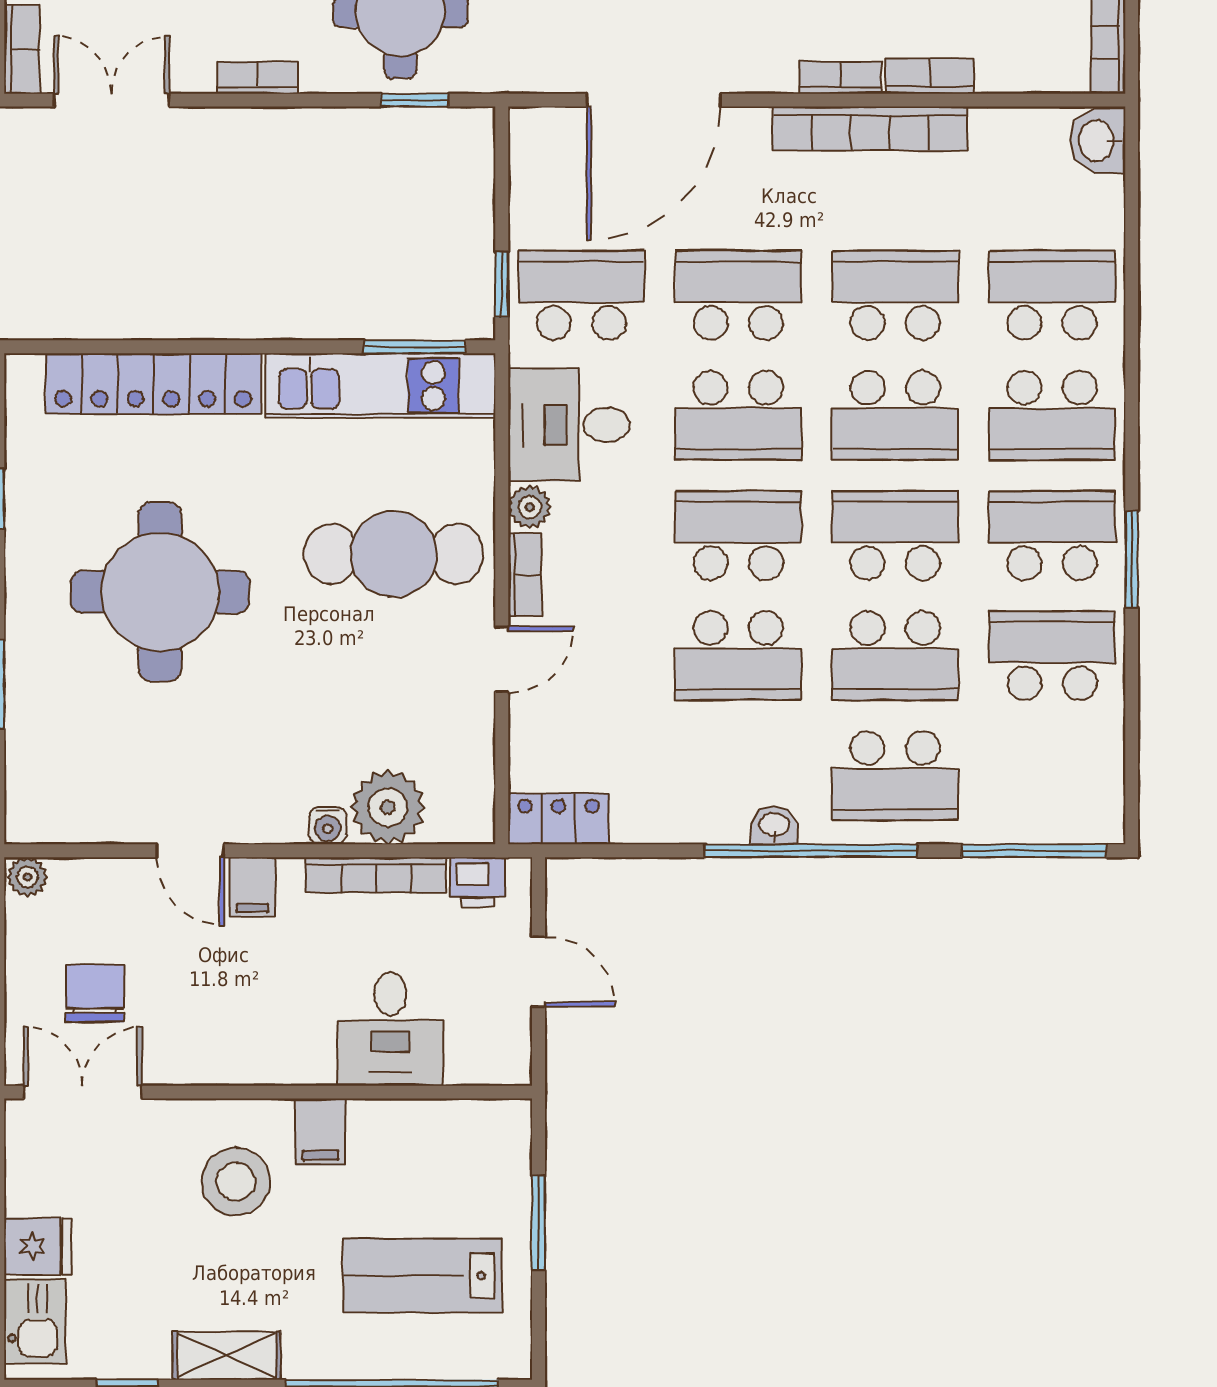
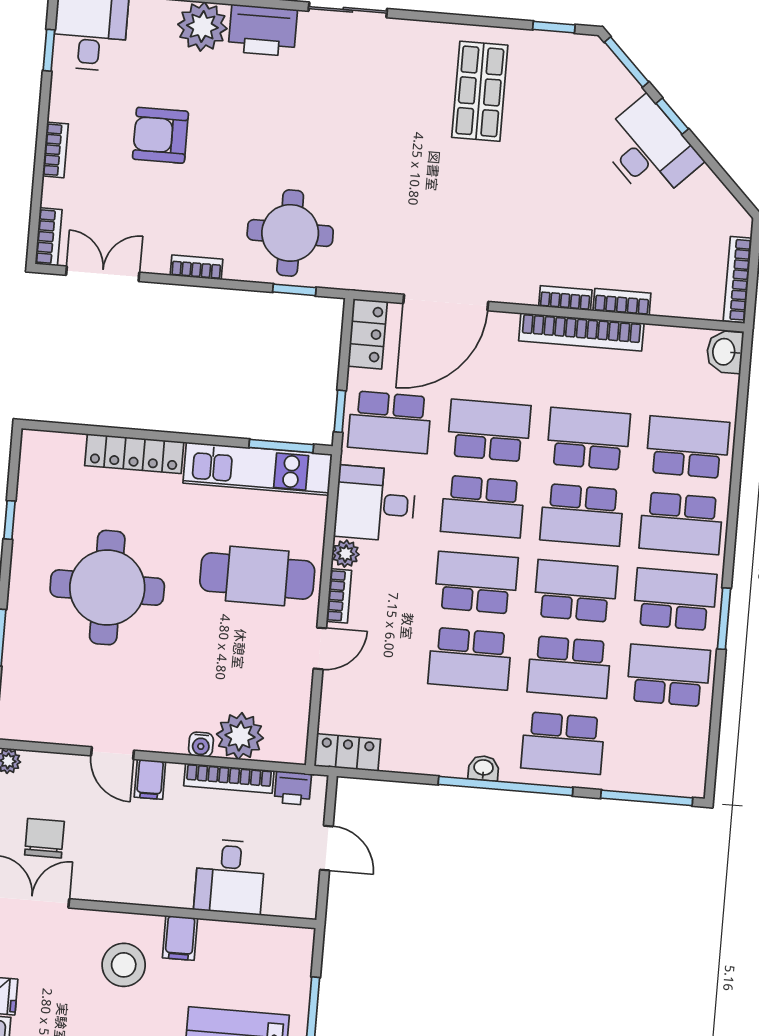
locker: (535, 160) -> (368, 334), added
school desk: (581, 295) -> (390, 422), turned 180
locker: (153, 384) -> (134, 454), width x0.71, depth x0.83

